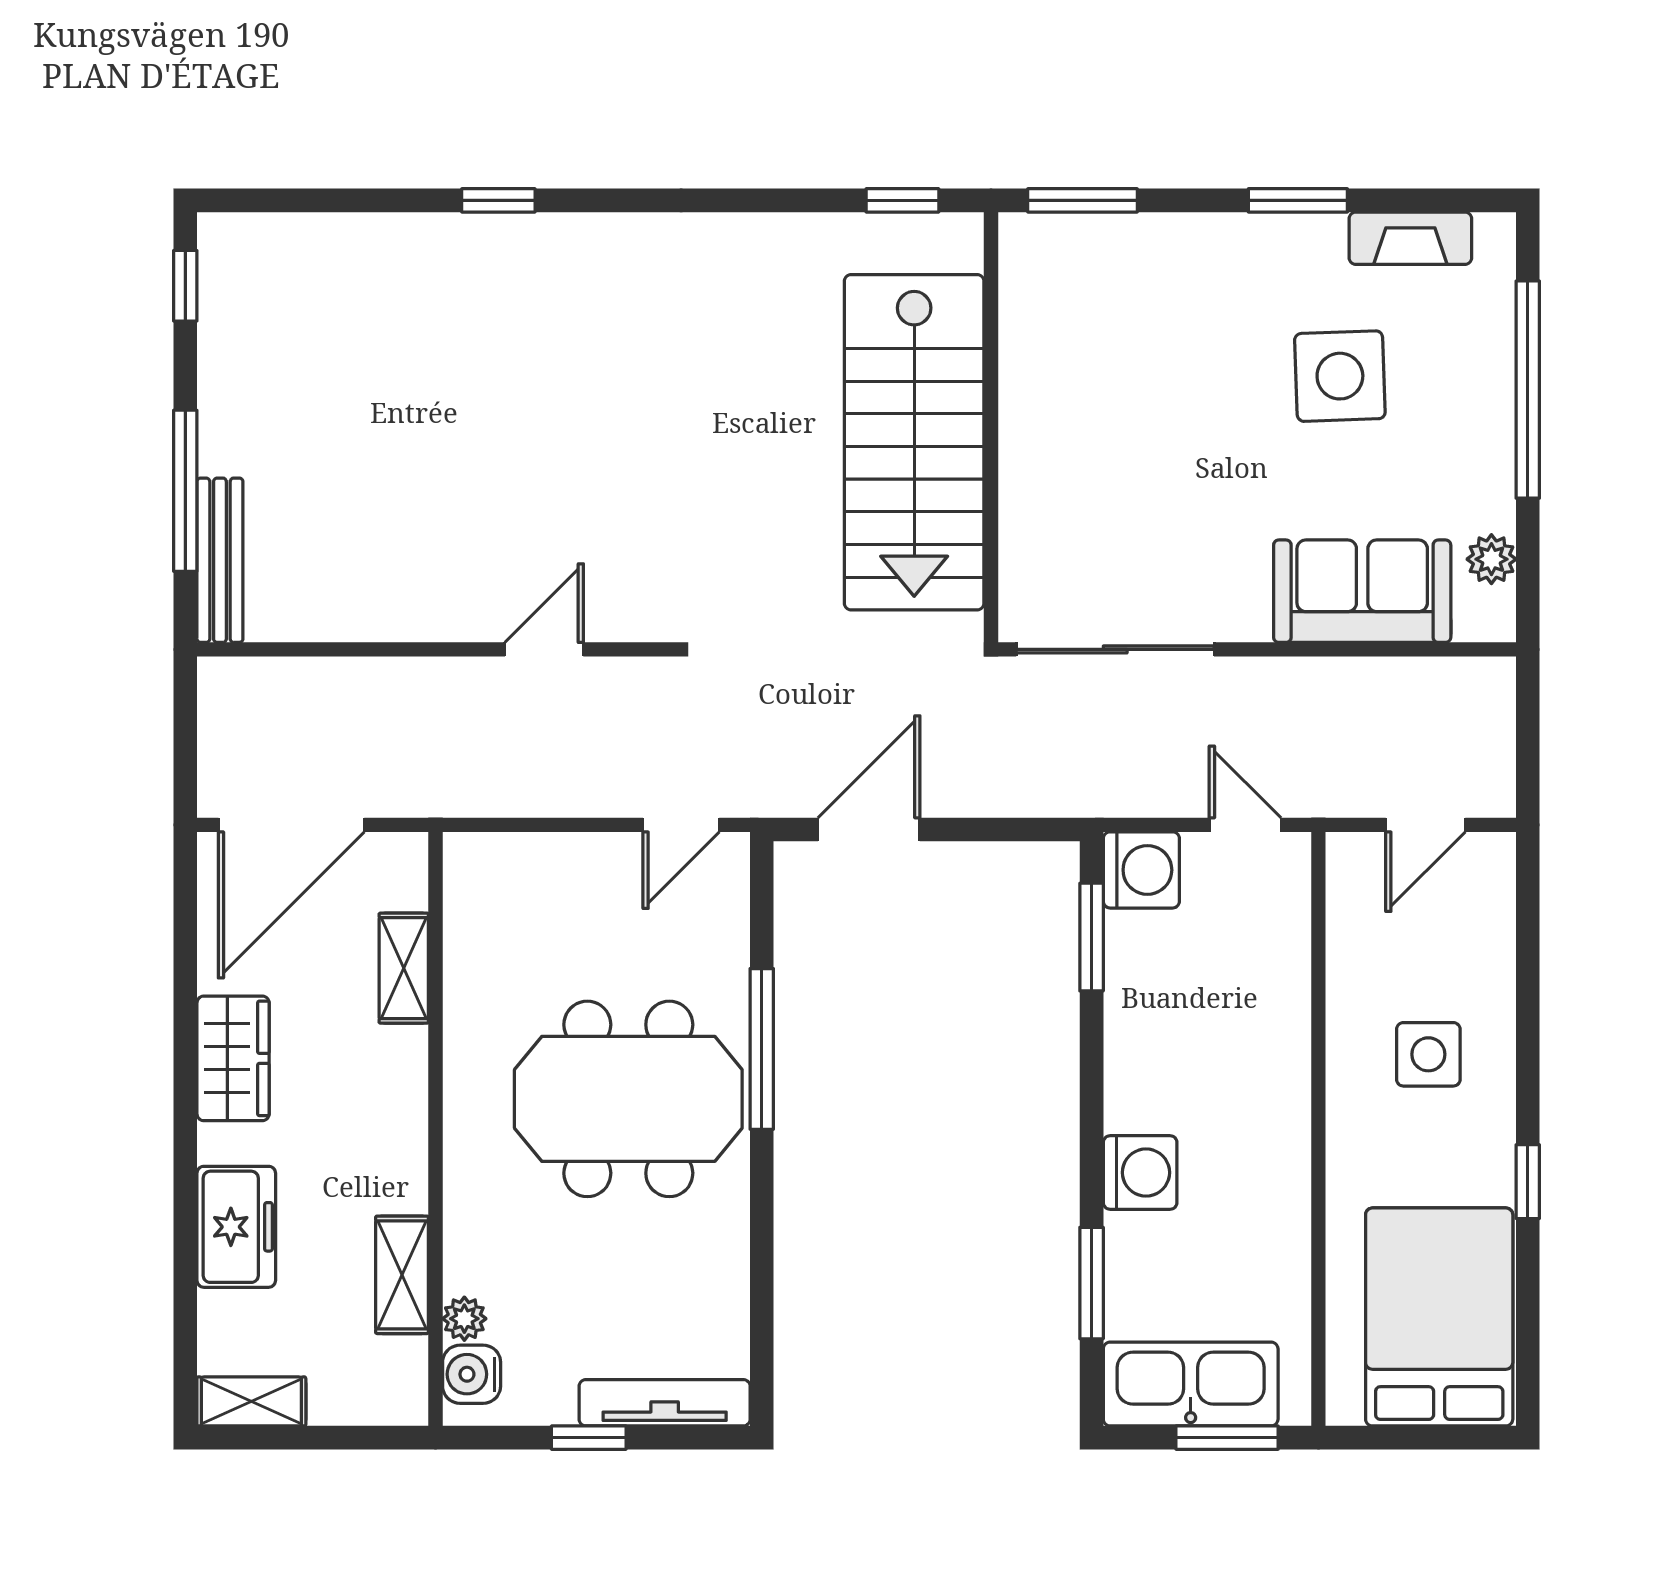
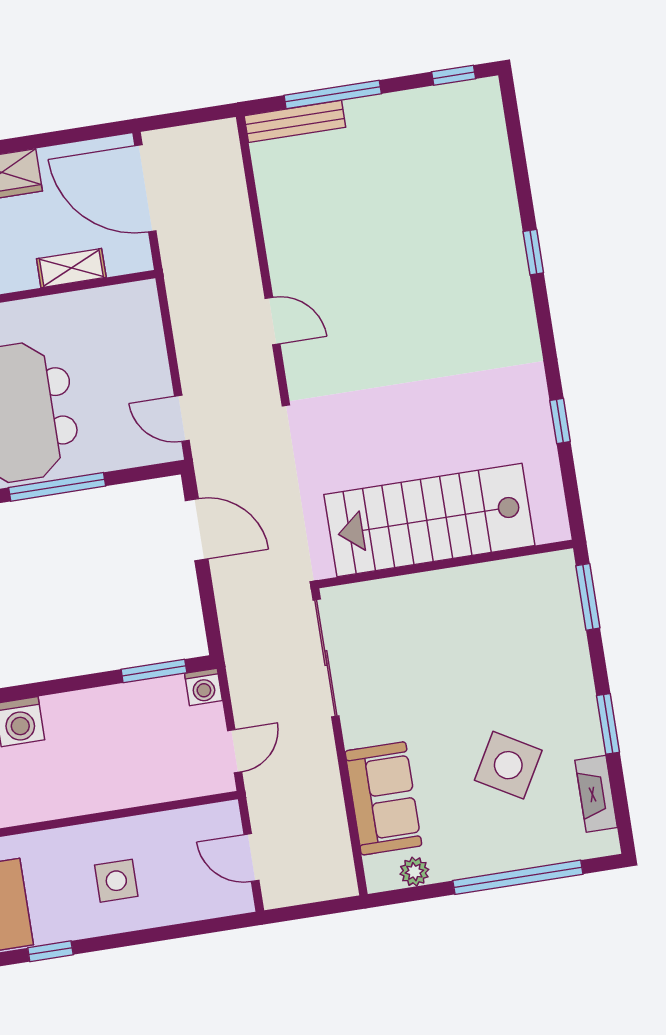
window: (902, 200) -> (560, 421), moved
side table: (1340, 376) -> (508, 765), turned 32
washing machine: (1141, 870) -> (203, 687), width x0.73, depth x0.73

